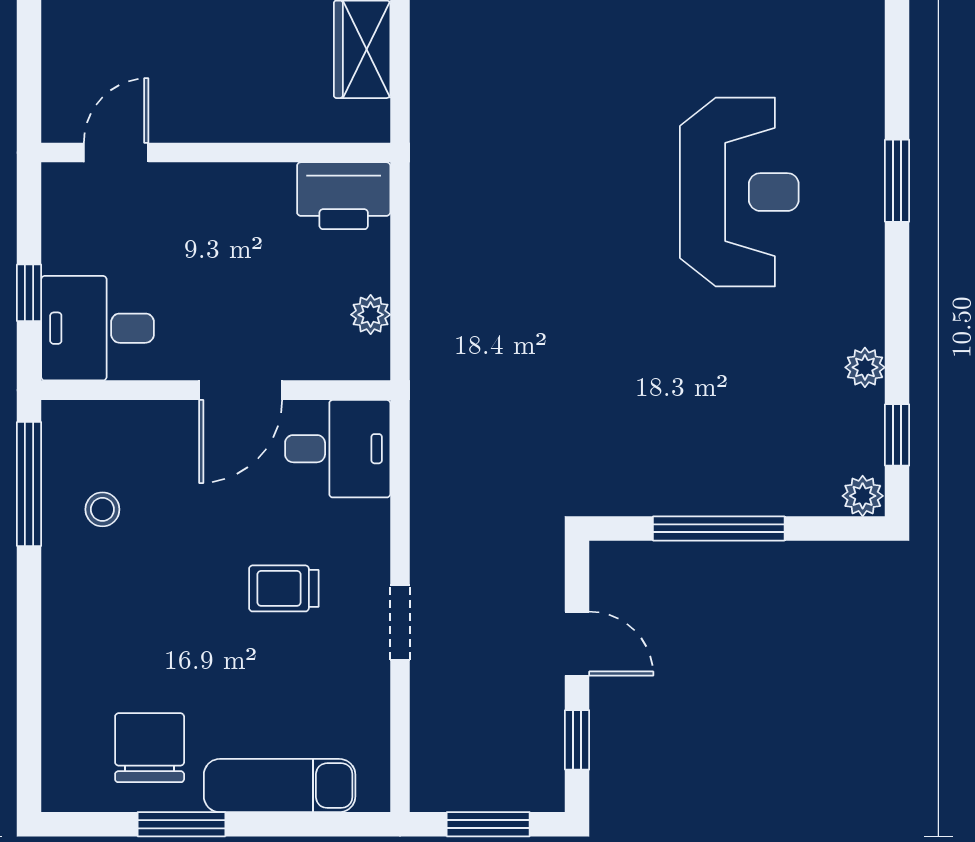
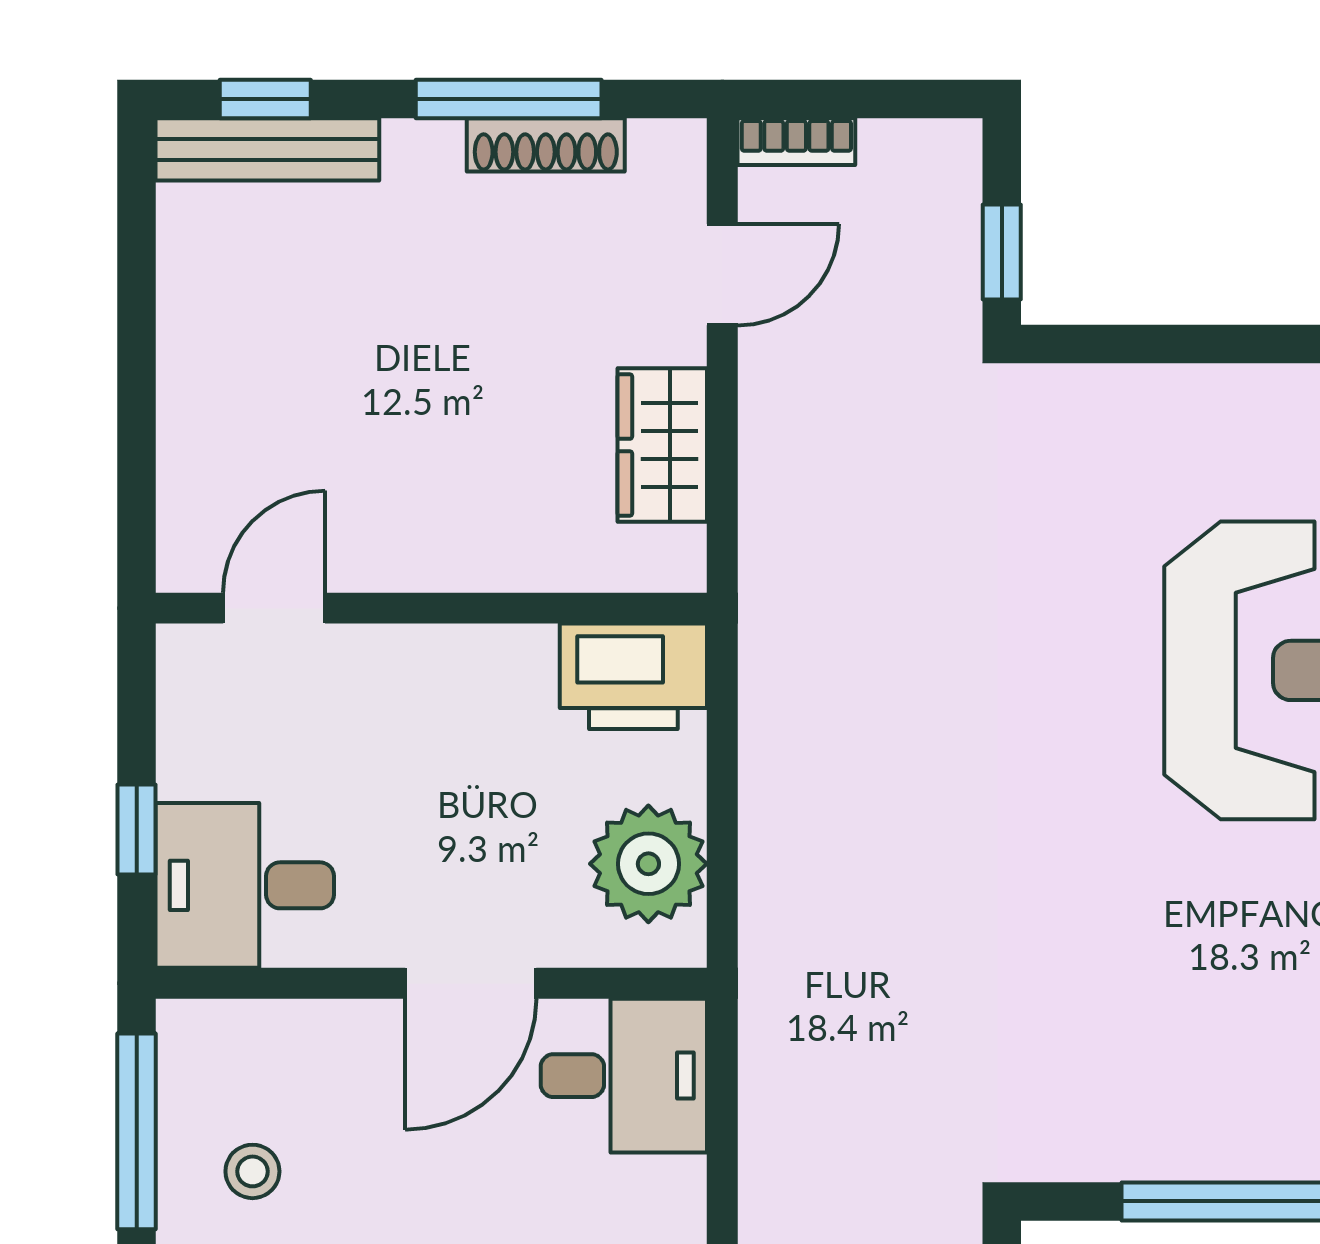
plant: (371, 315) -> (648, 864), width x1.88, depth x1.88

